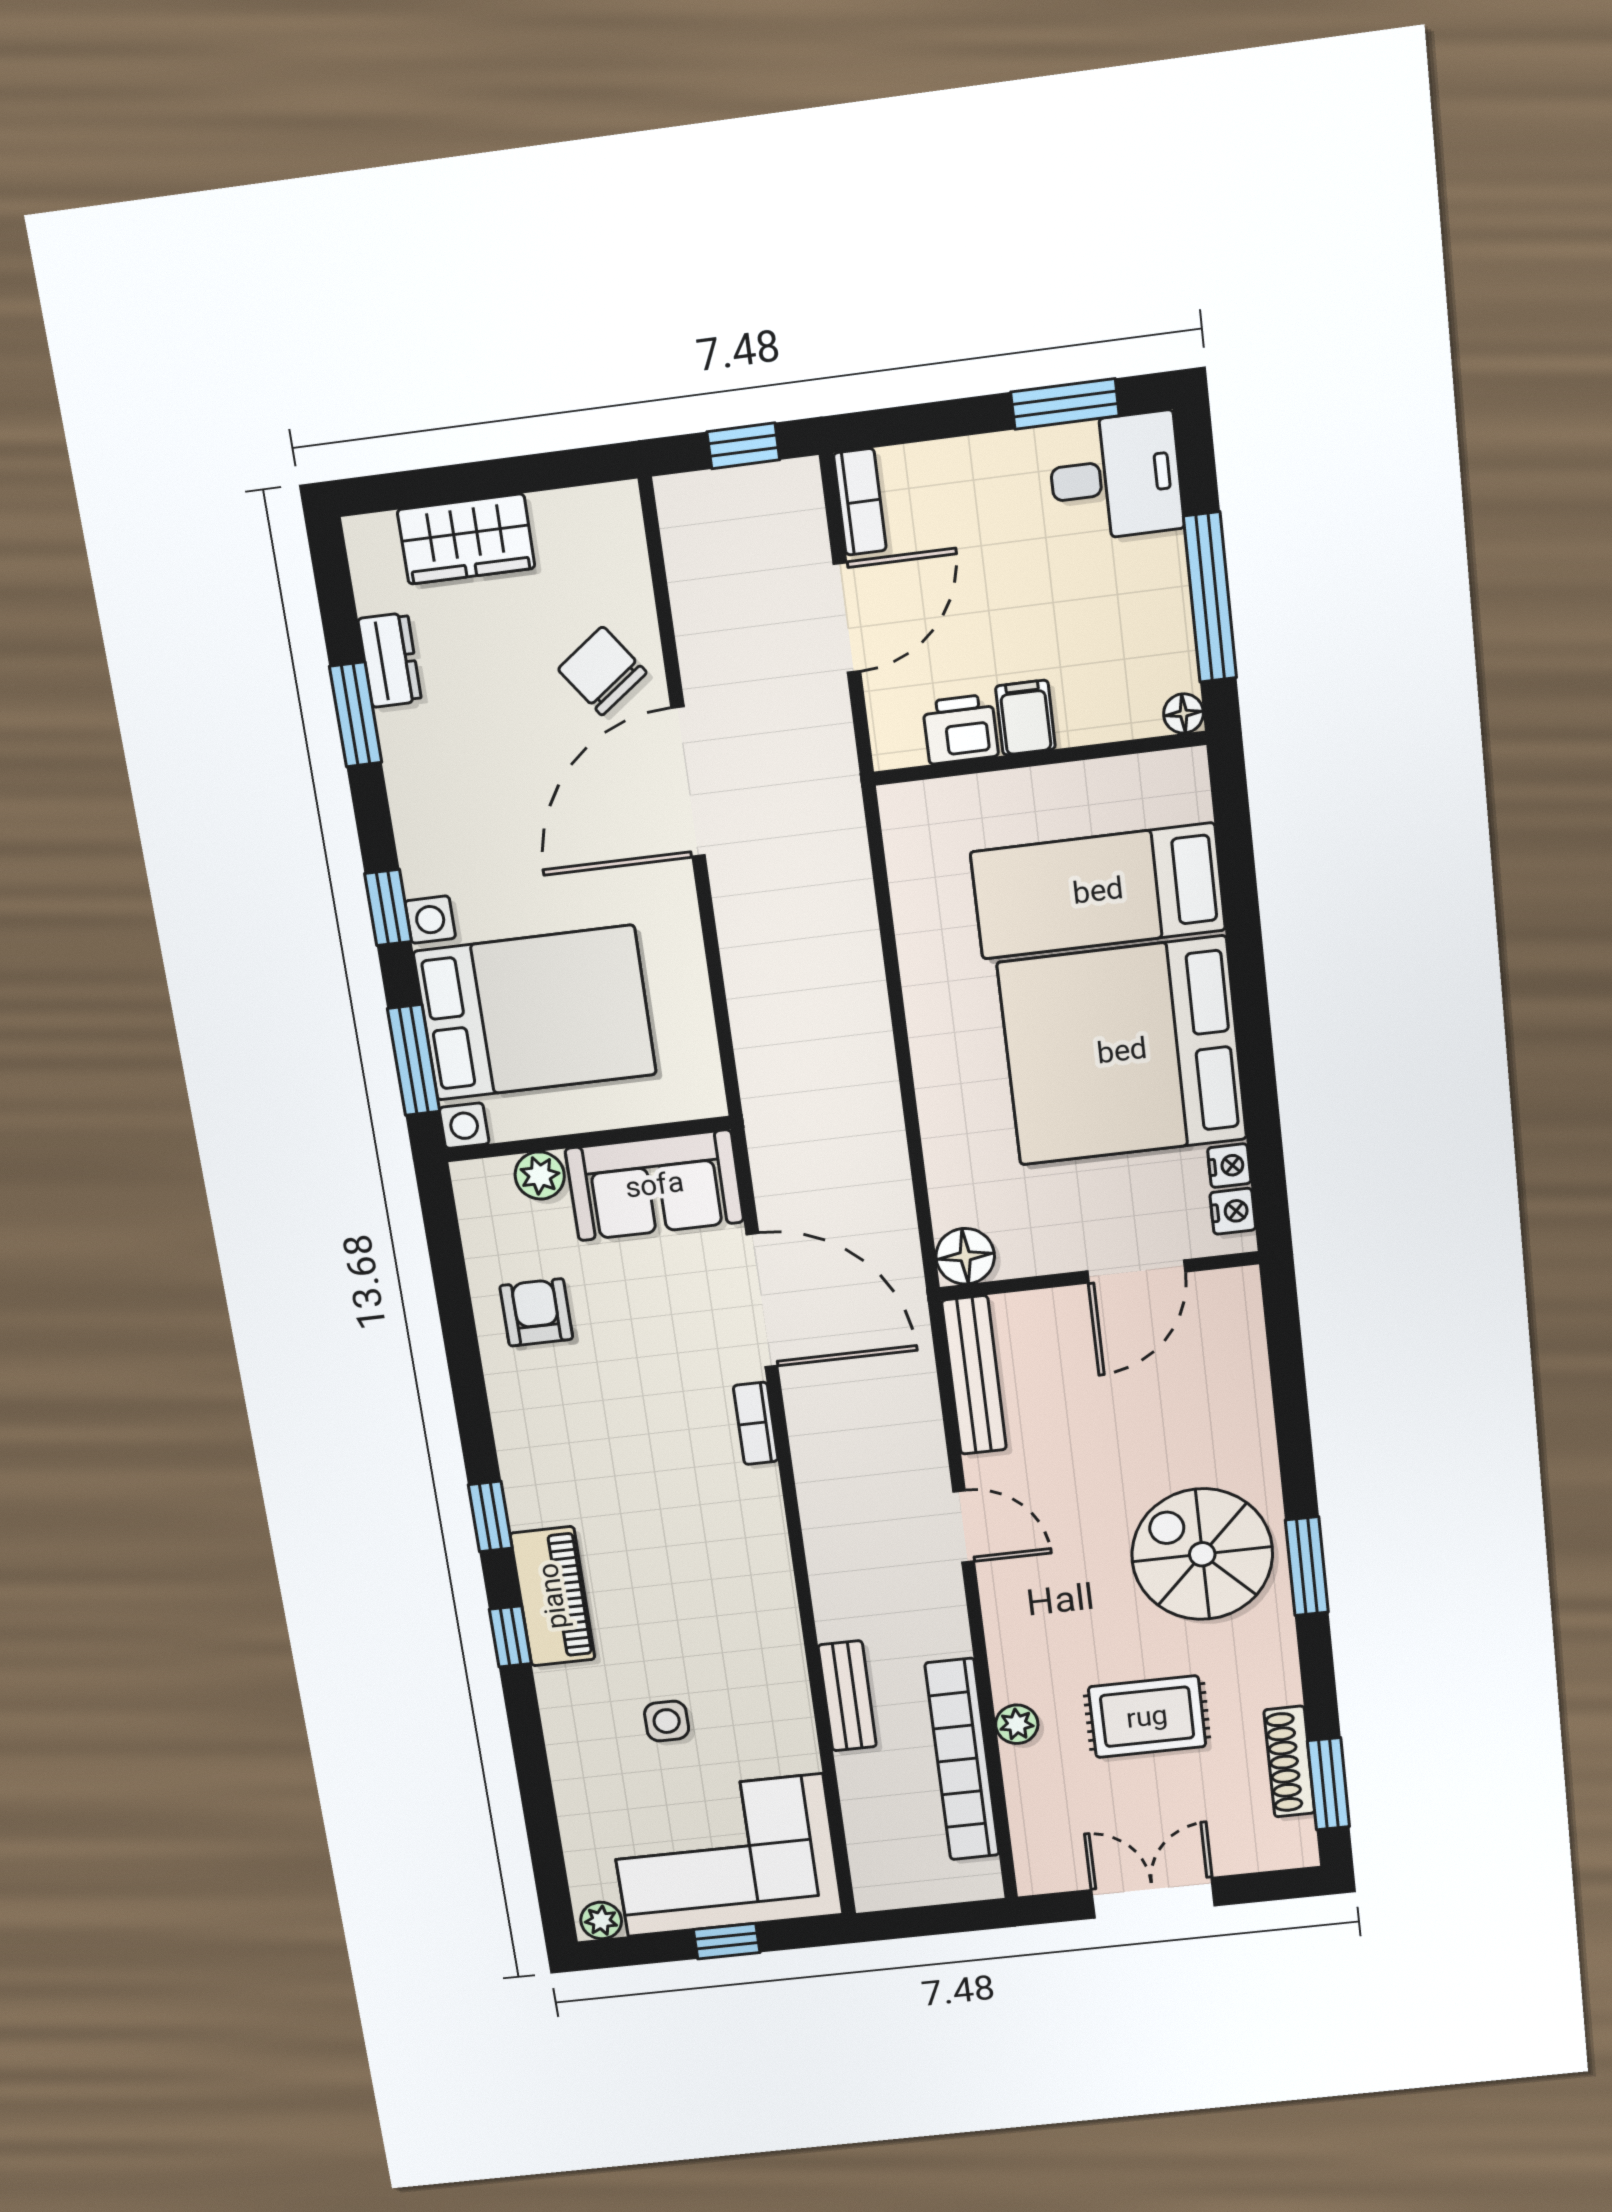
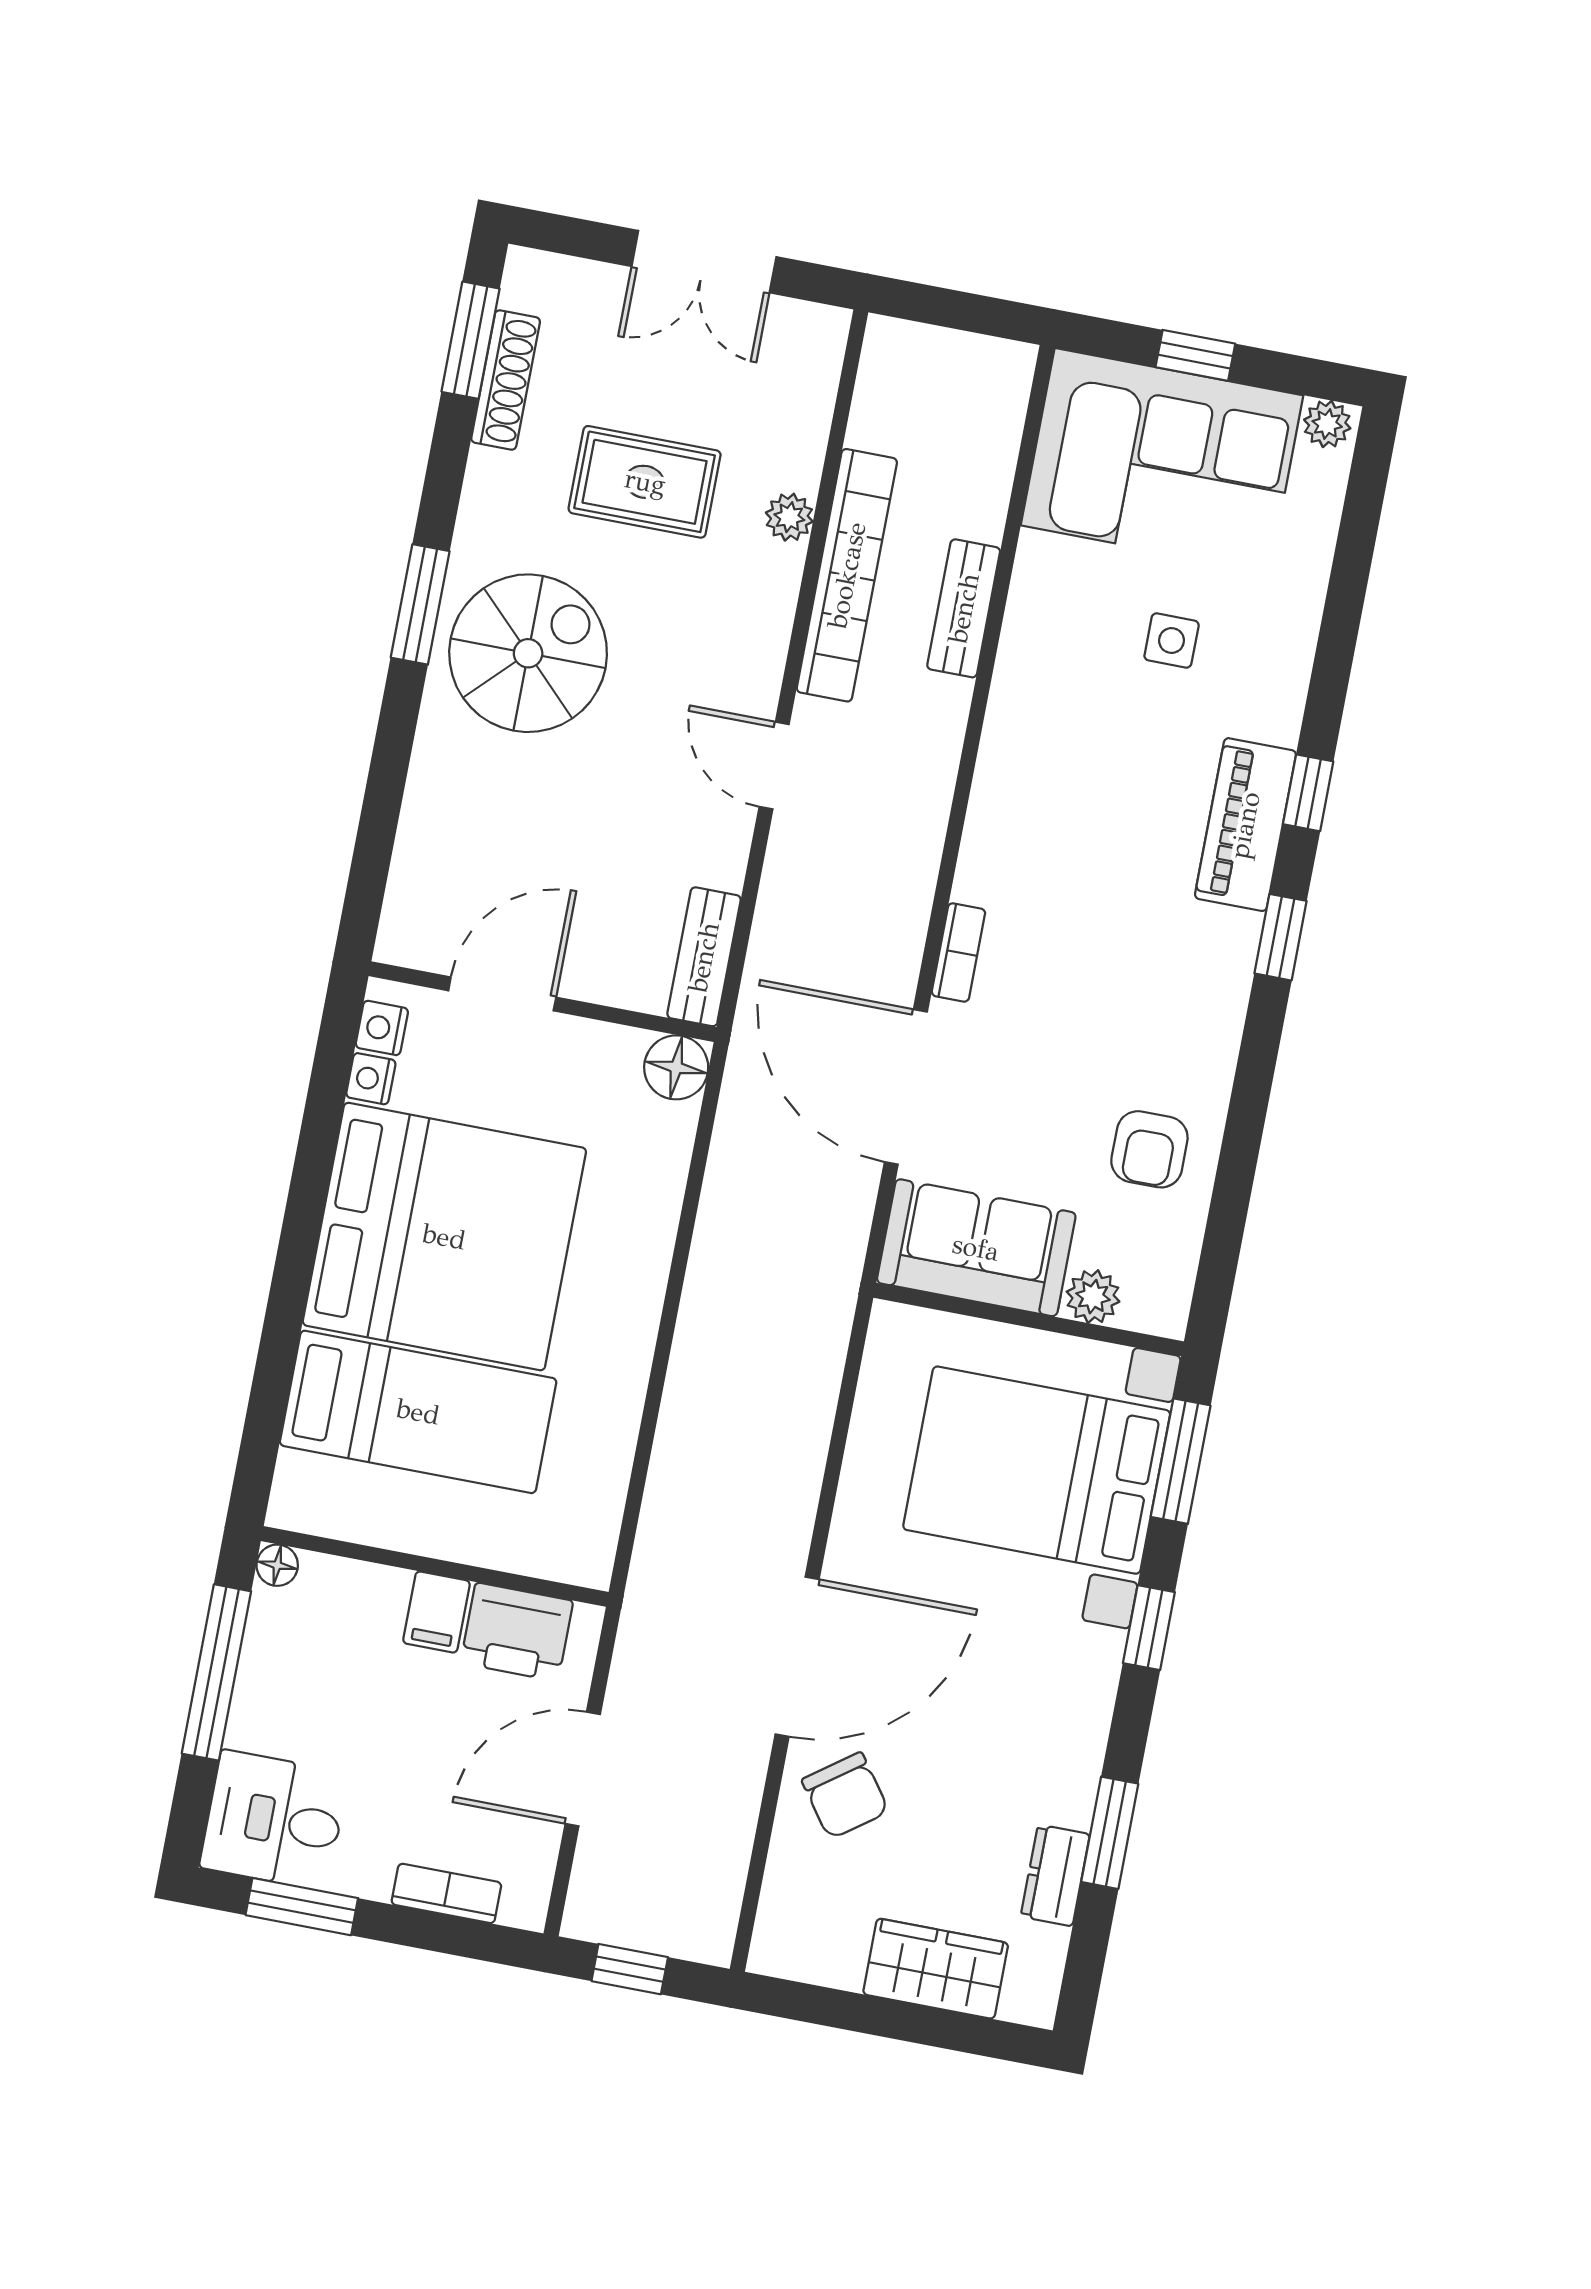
bookcase: (860, 502) -> (446, 1893), moved, turned 90
printer: (960, 729) -> (517, 1632), width x1.36, depth x1.24
bench: (974, 1375) -> (704, 957), width x0.73
spiral stairs: (1202, 1554) -> (528, 653), turned -90
bookcase: (962, 1760) -> (847, 575), moved

